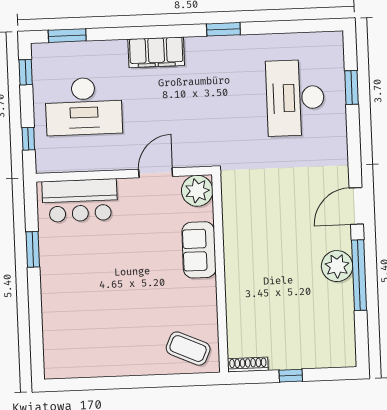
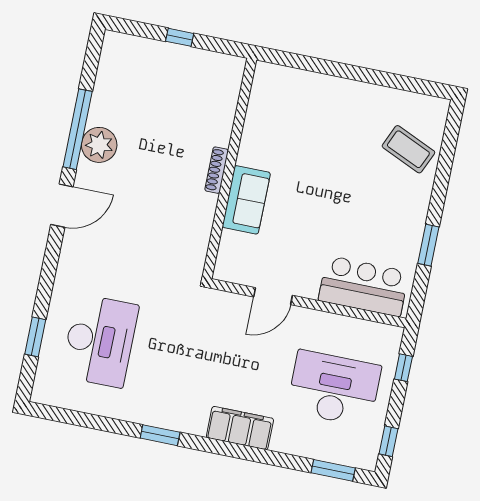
plant: (197, 191) -> (232, 265), removed
coffee table: (188, 349) -> (408, 149), moved
shoe rack: (248, 365) -> (217, 170), moved, turned 90

